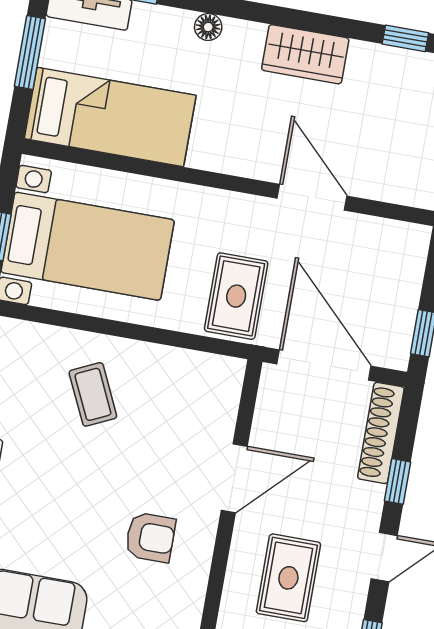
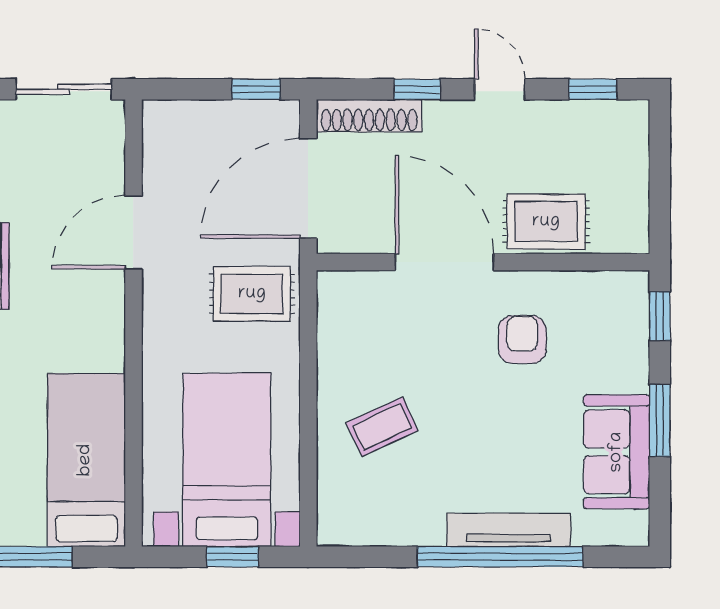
door: (234, 478) -> (444, 262), width x1.36
rug: (288, 578) -> (546, 222), moved

